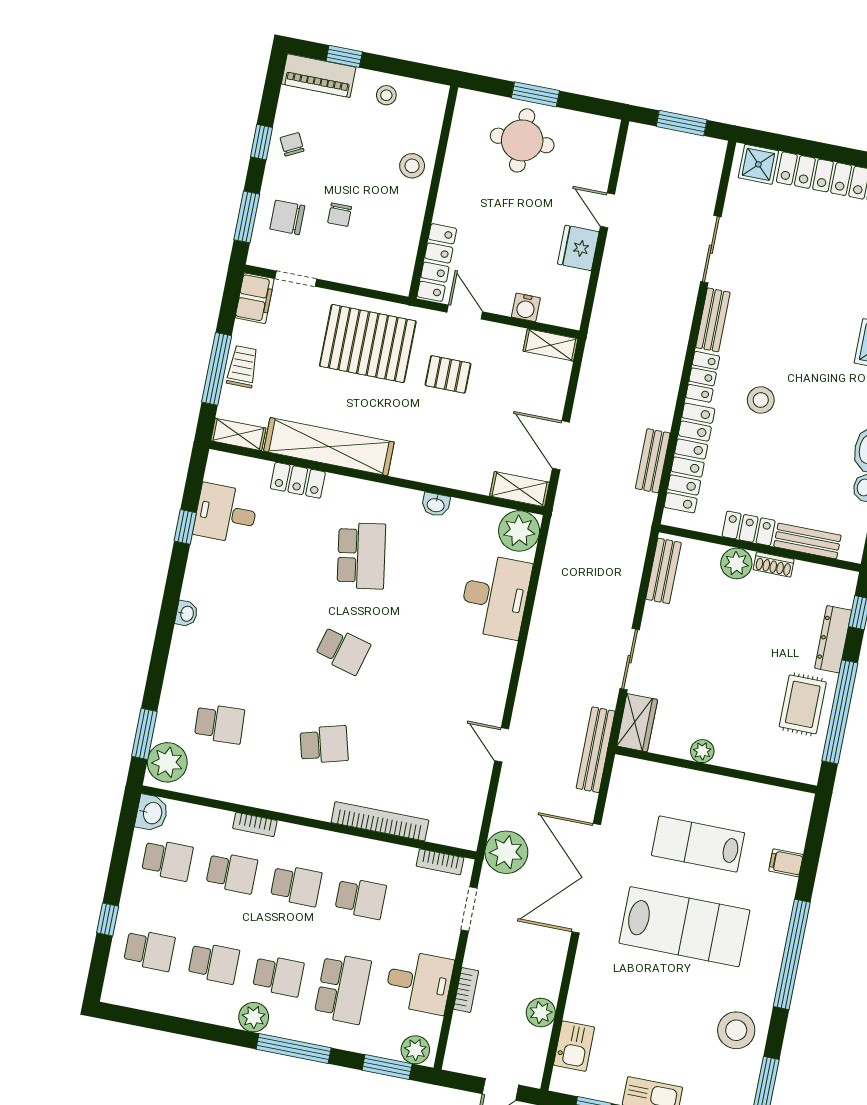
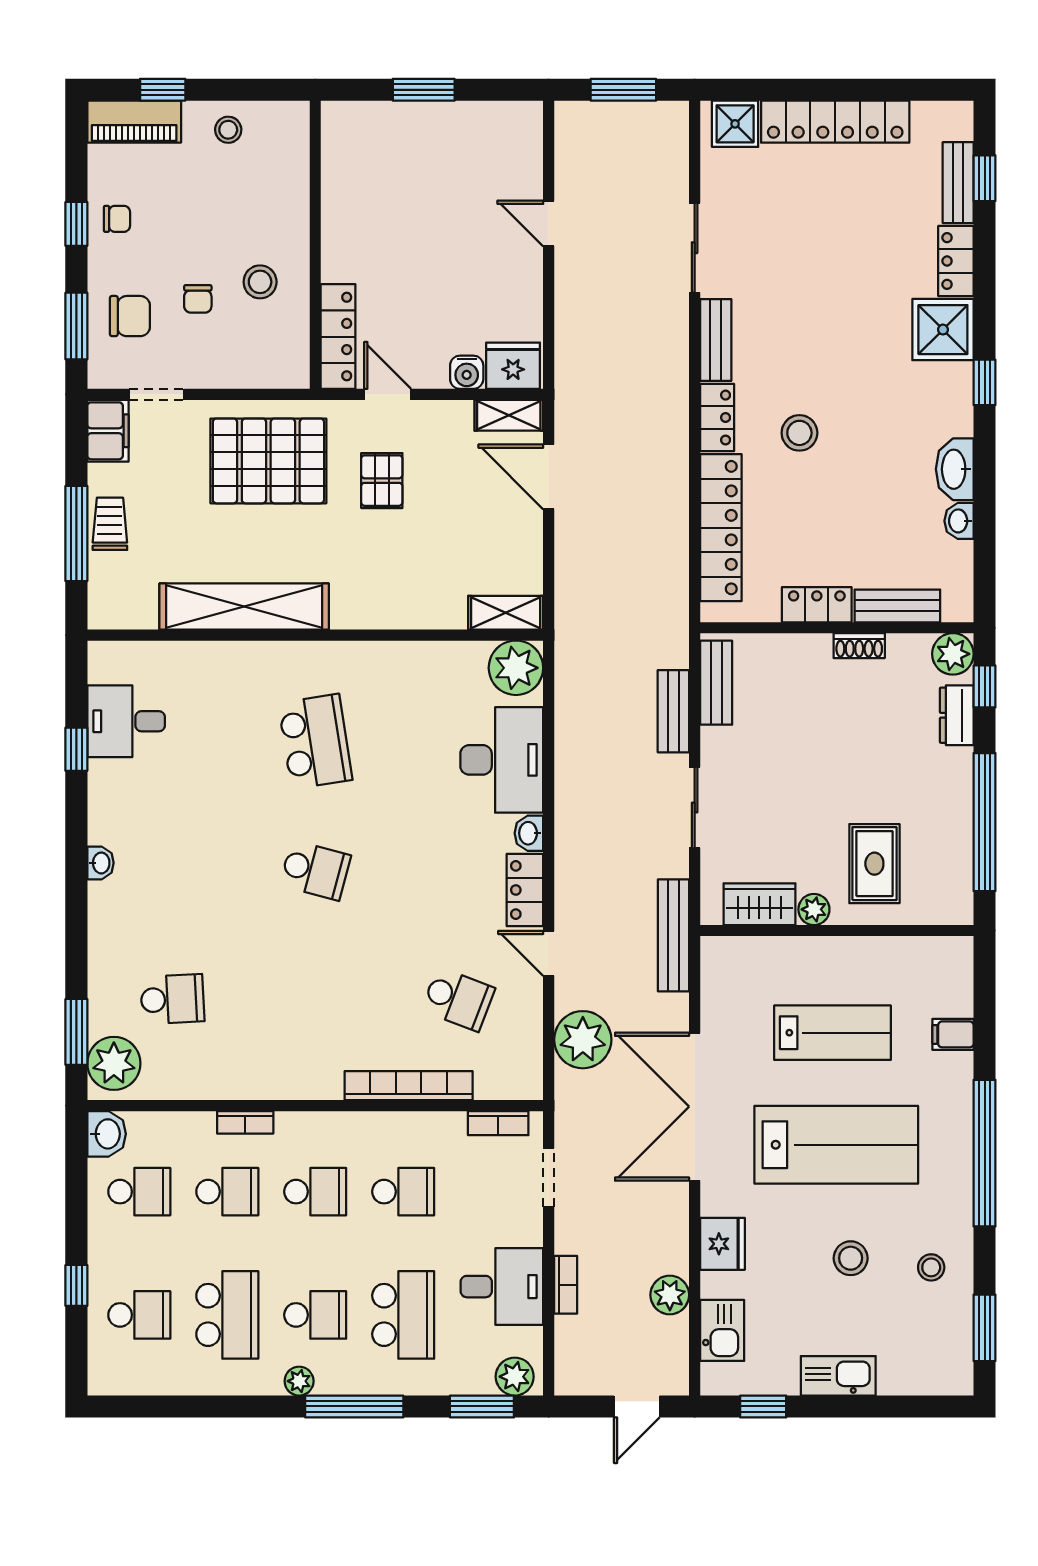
round table: (522, 140) -> (418, 154), removed
chair: (292, 144) -> (117, 219), turned 117
stool: (412, 166) -> (260, 282), moved
chair: (287, 217) -> (130, 316), turned 180
fridge: (578, 248) -> (513, 366), moved, turned 90
pallet: (448, 374) -> (382, 481), turned 90
shelving: (238, 434) -> (122, 614), removed
door: (561, 445) -> (549, 477), moved
bench: (653, 461) -> (673, 711), moved
locker: (298, 480) -> (525, 890), moved, turned 90
washbasin: (436, 505) -> (529, 833), moved, turned 90
plant: (736, 563) -> (953, 654), moved
dresser: (833, 639) -> (957, 715), width x0.70
rug: (803, 704) -> (874, 864), moved
wardrobe: (637, 723) -> (759, 904), moved, turned -90
school desk: (324, 745) -> (458, 999), moved, turned 36
lab bench: (698, 844) -> (832, 1033), turned 180
plant: (506, 852) -> (583, 1040), moved
school desk: (214, 963) -> (227, 1315), width x1.85
fridge: (587, 983) -> (722, 1244), added
stool: (679, 1012) -> (851, 1258), added
plant: (254, 1017) -> (299, 1381), width x0.73, depth x0.73
stool: (736, 1030) -> (931, 1267), width x0.53, depth x0.53

